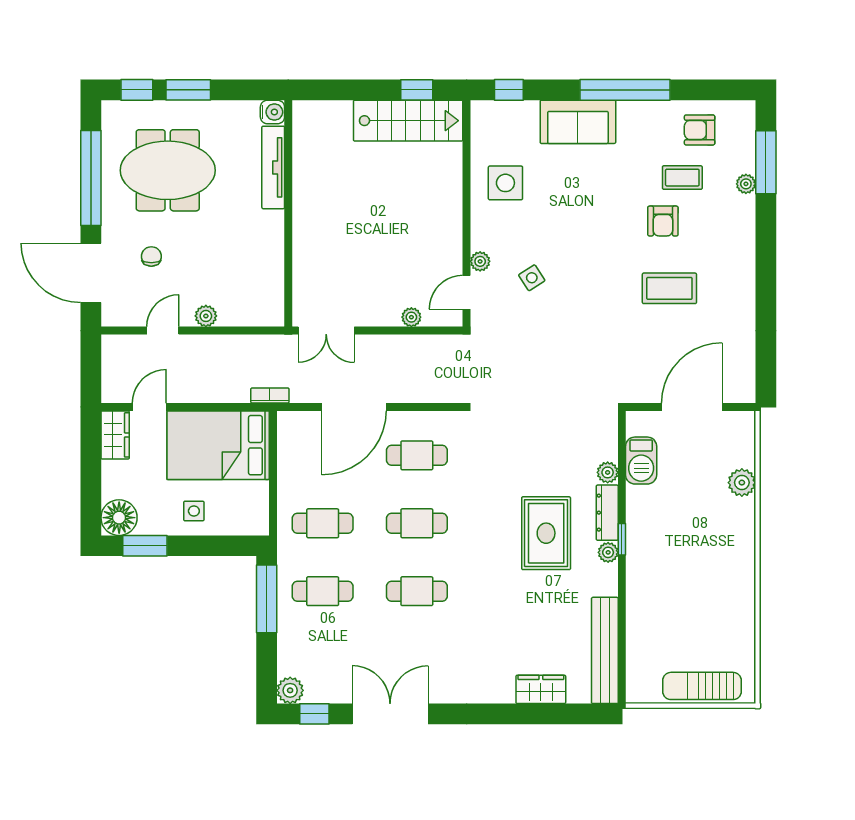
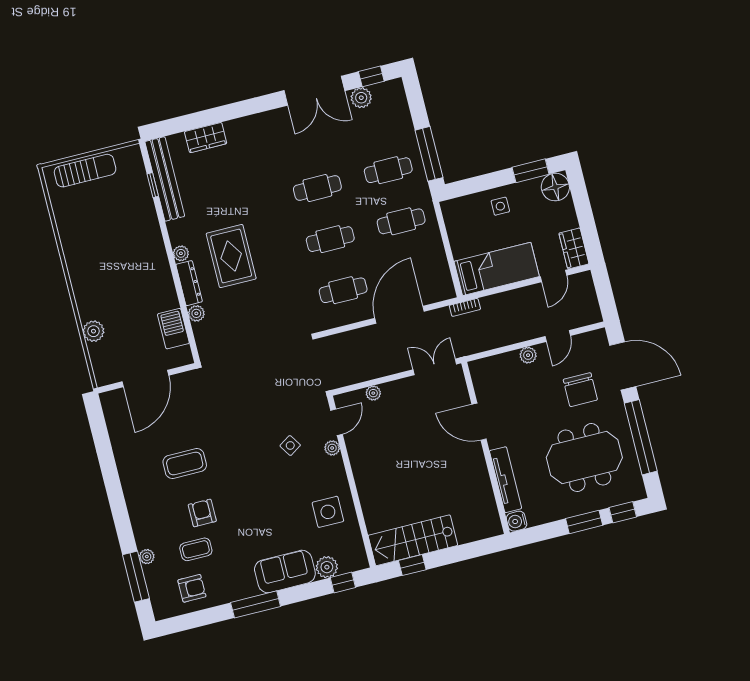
window: (625, 90) -> (256, 604), width x0.68
plant: (524, 114) -> (327, 567), added
door: (288, 248) -> (479, 422), added
chair: (151, 256) -> (580, 390), width x1.87, depth x1.87
bed: (218, 445) -> (497, 269), width x0.67
window: (622, 539) -> (153, 185), moved
plant: (290, 690) -> (361, 98), moved

